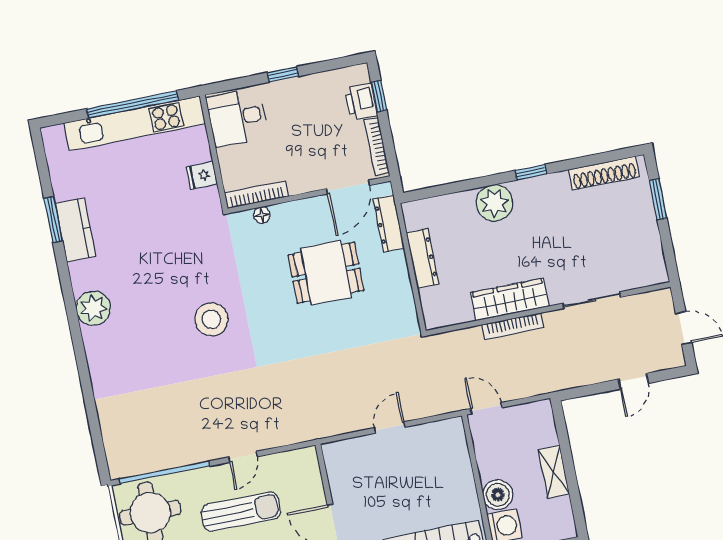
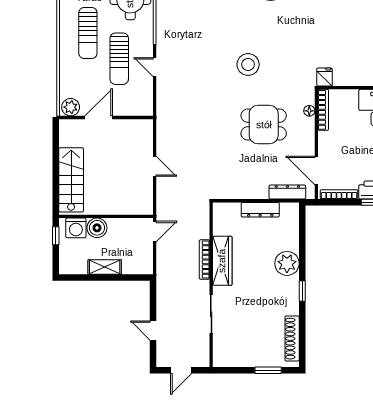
fridge: (202, 175) -> (324, 77), moved
dining table: (326, 273) -> (264, 125), moved, turned 90

